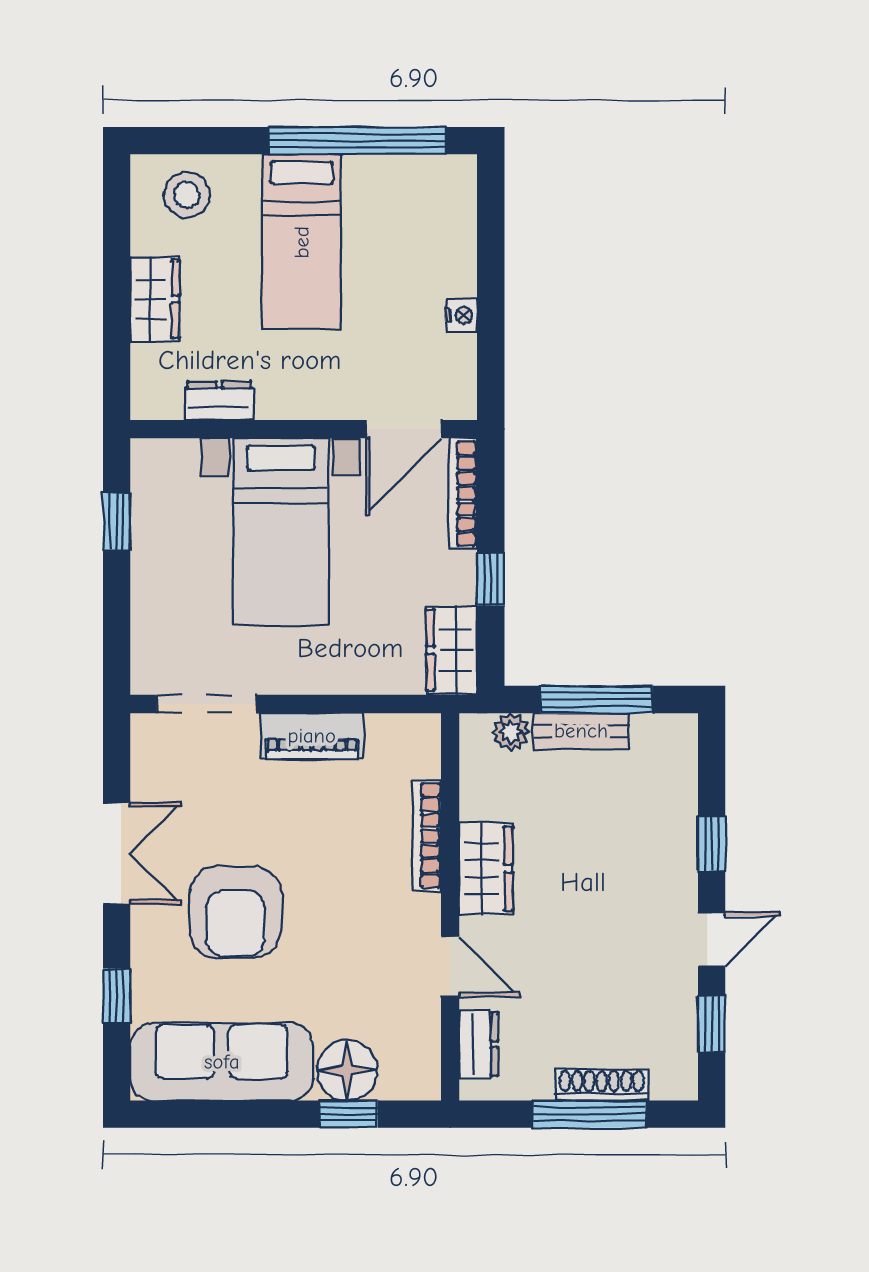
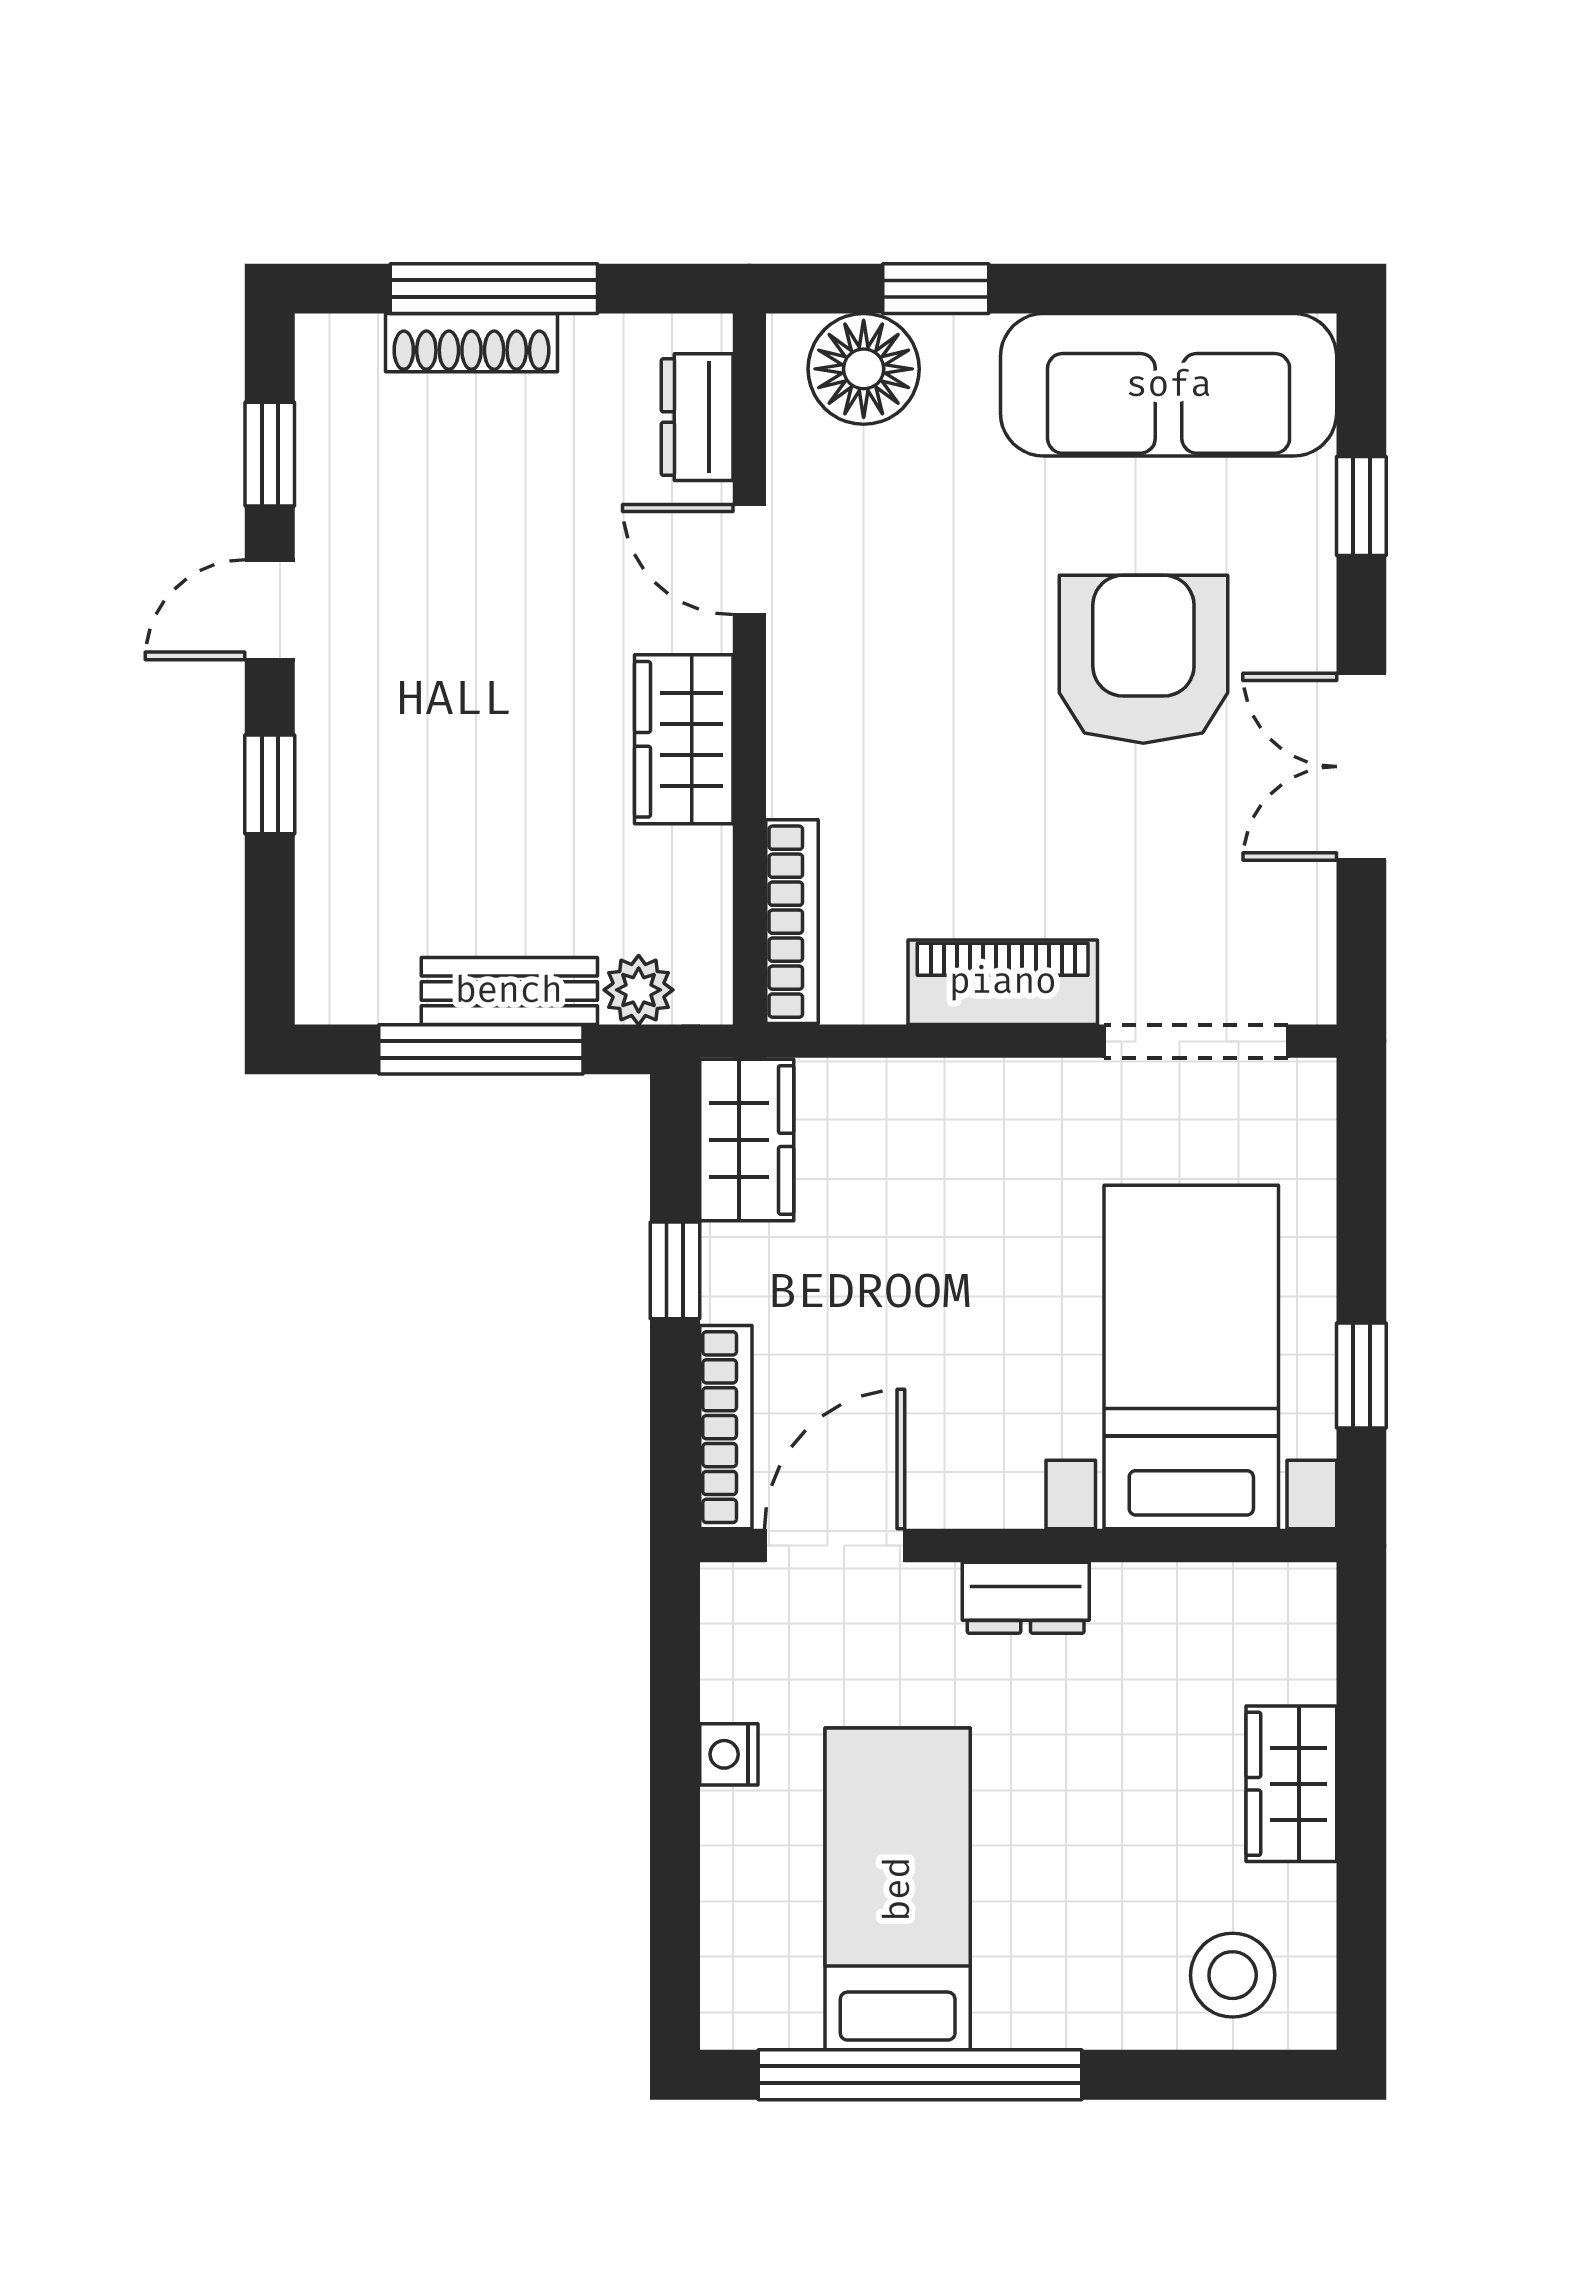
bed: (302, 242) -> (898, 1889), moved
dresser: (219, 401) -> (1026, 1598), moved
bed with nightstands: (281, 532) -> (1191, 1357), moved
bookcase: (427, 835) -> (792, 922), moved
floor lamp: (347, 1070) -> (864, 369), moved

